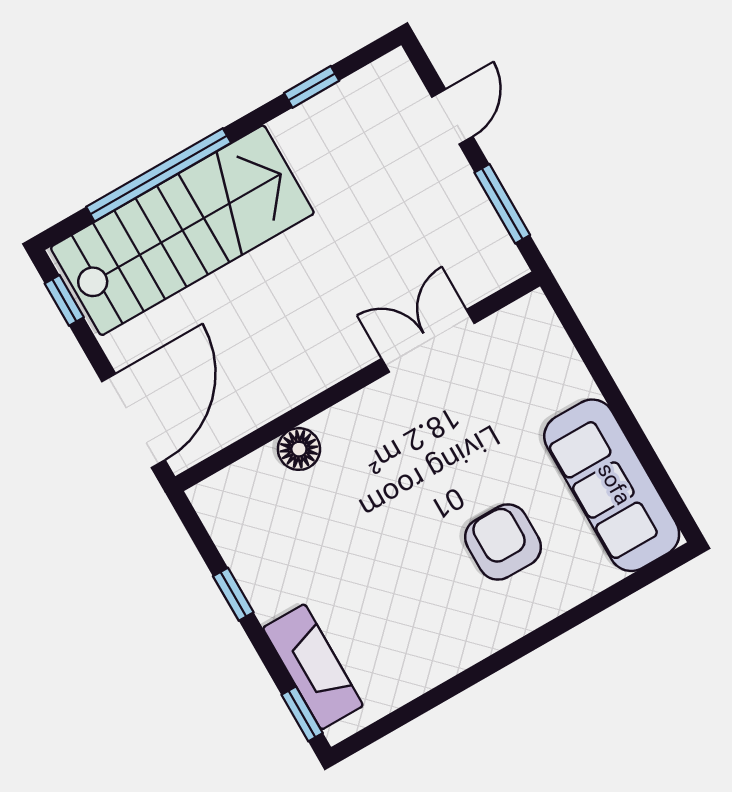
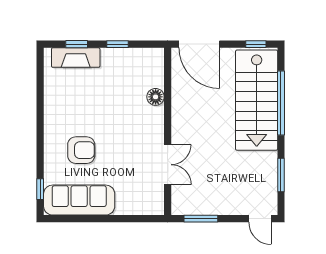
window: (312, 87) -> (281, 175), width x1.50
door: (452, 117) -> (260, 219), moved
window: (636, 582) -> (40, 189), added
window: (302, 714) -> (77, 44), moved

